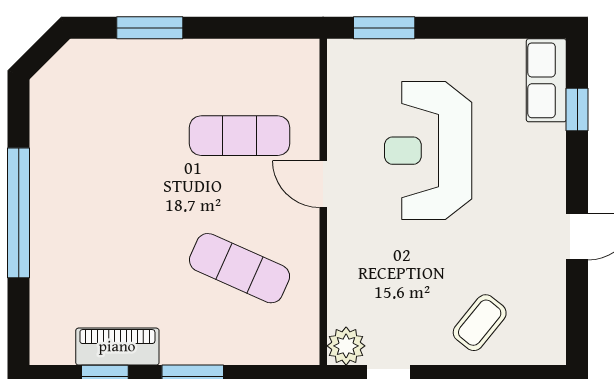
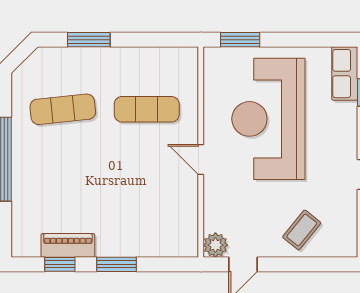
reception desk: (428, 151) -> (268, 119), width x1.36, depth x1.30
door: (323, 184) -> (201, 159), moved
exercise mat: (240, 268) -> (63, 109), moved, turned -30

